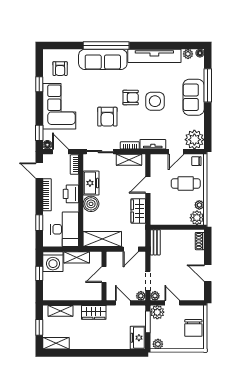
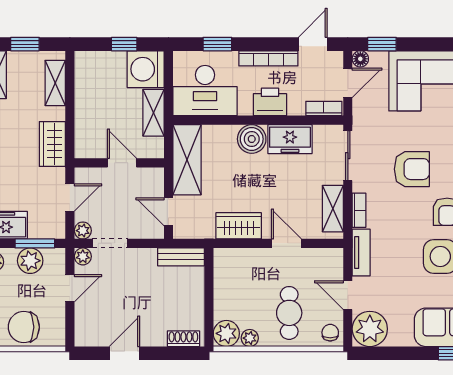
armchair: (107, 117) -> (412, 169), turned 180
plant: (157, 312) -> (30, 261), moved

